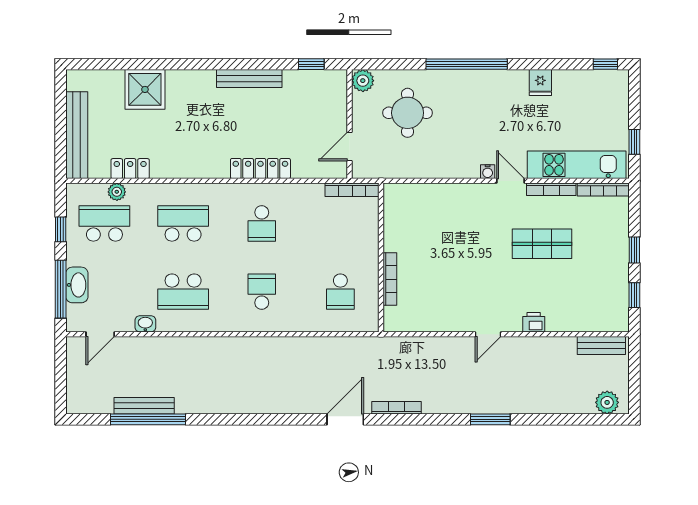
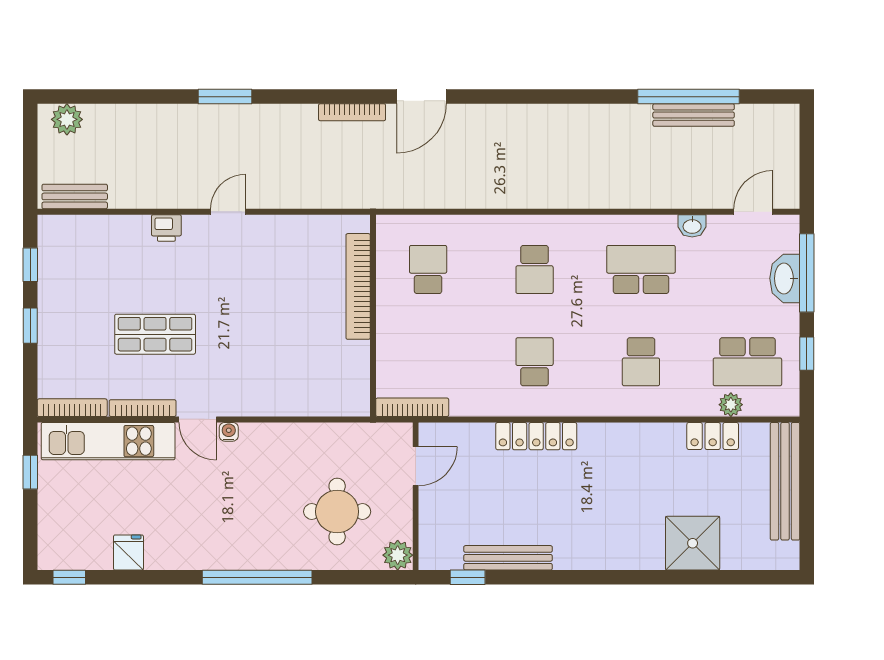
bench: (249, 79) -> (508, 558), moved
fridge: (540, 83) -> (128, 553), moved
school desk: (183, 223) -> (641, 362), width x0.54
bookcase: (390, 279) -> (358, 286), width x1.48, depth x1.31

